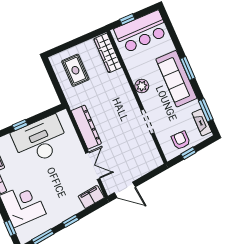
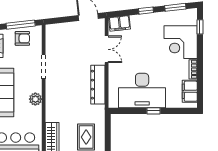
armchair: (181, 140) -> (22, 38), turned -90
window: (188, 153) -> (21, 25), width x2.17
double door: (93, 166) -> (107, 49), swing flipped

